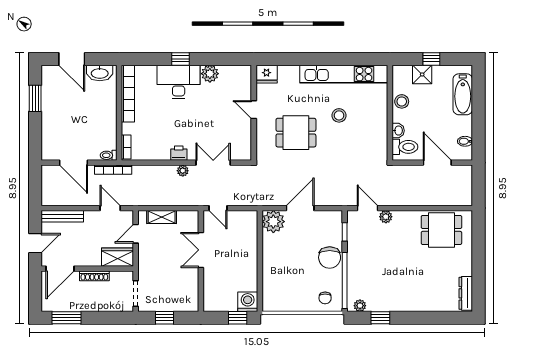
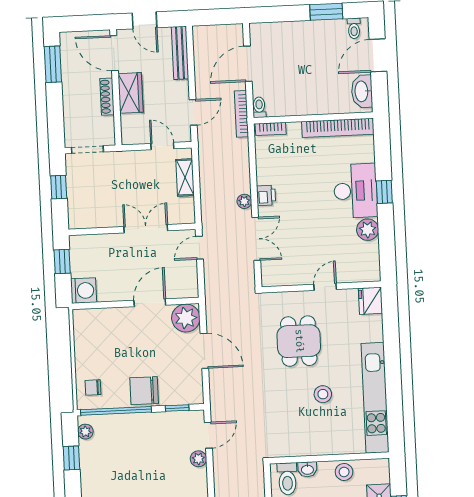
toilet: (49, 77) -> (354, 28), added
door: (260, 250) -> (150, 303), added
wardrobe: (118, 257) -> (130, 93), moved
window: (238, 318) -> (62, 261), moved

